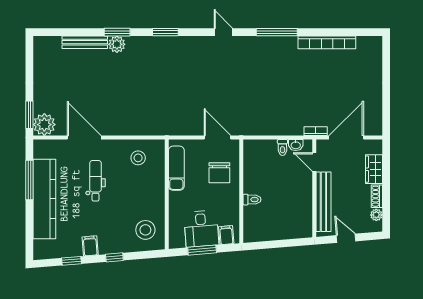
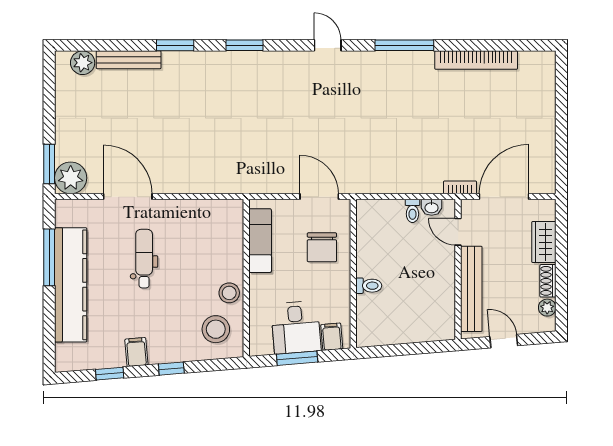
plant: (117, 44) -> (83, 63), moved
stool: (138, 158) -> (229, 293), moved

